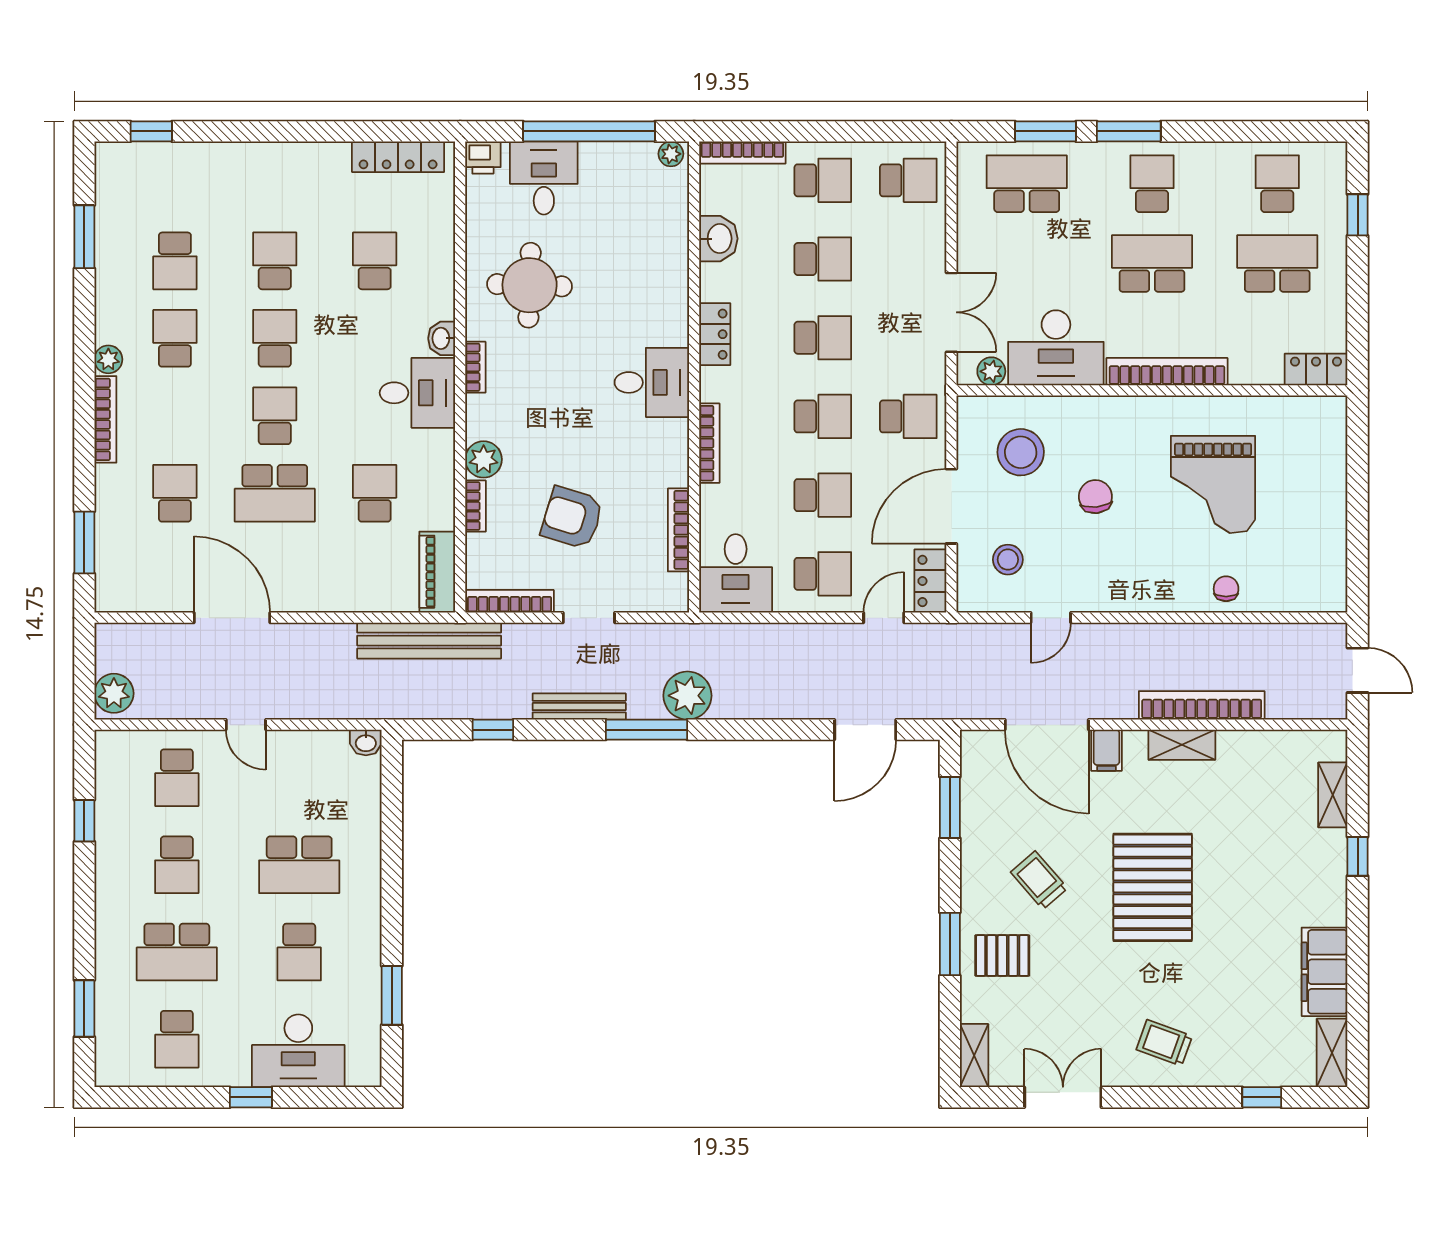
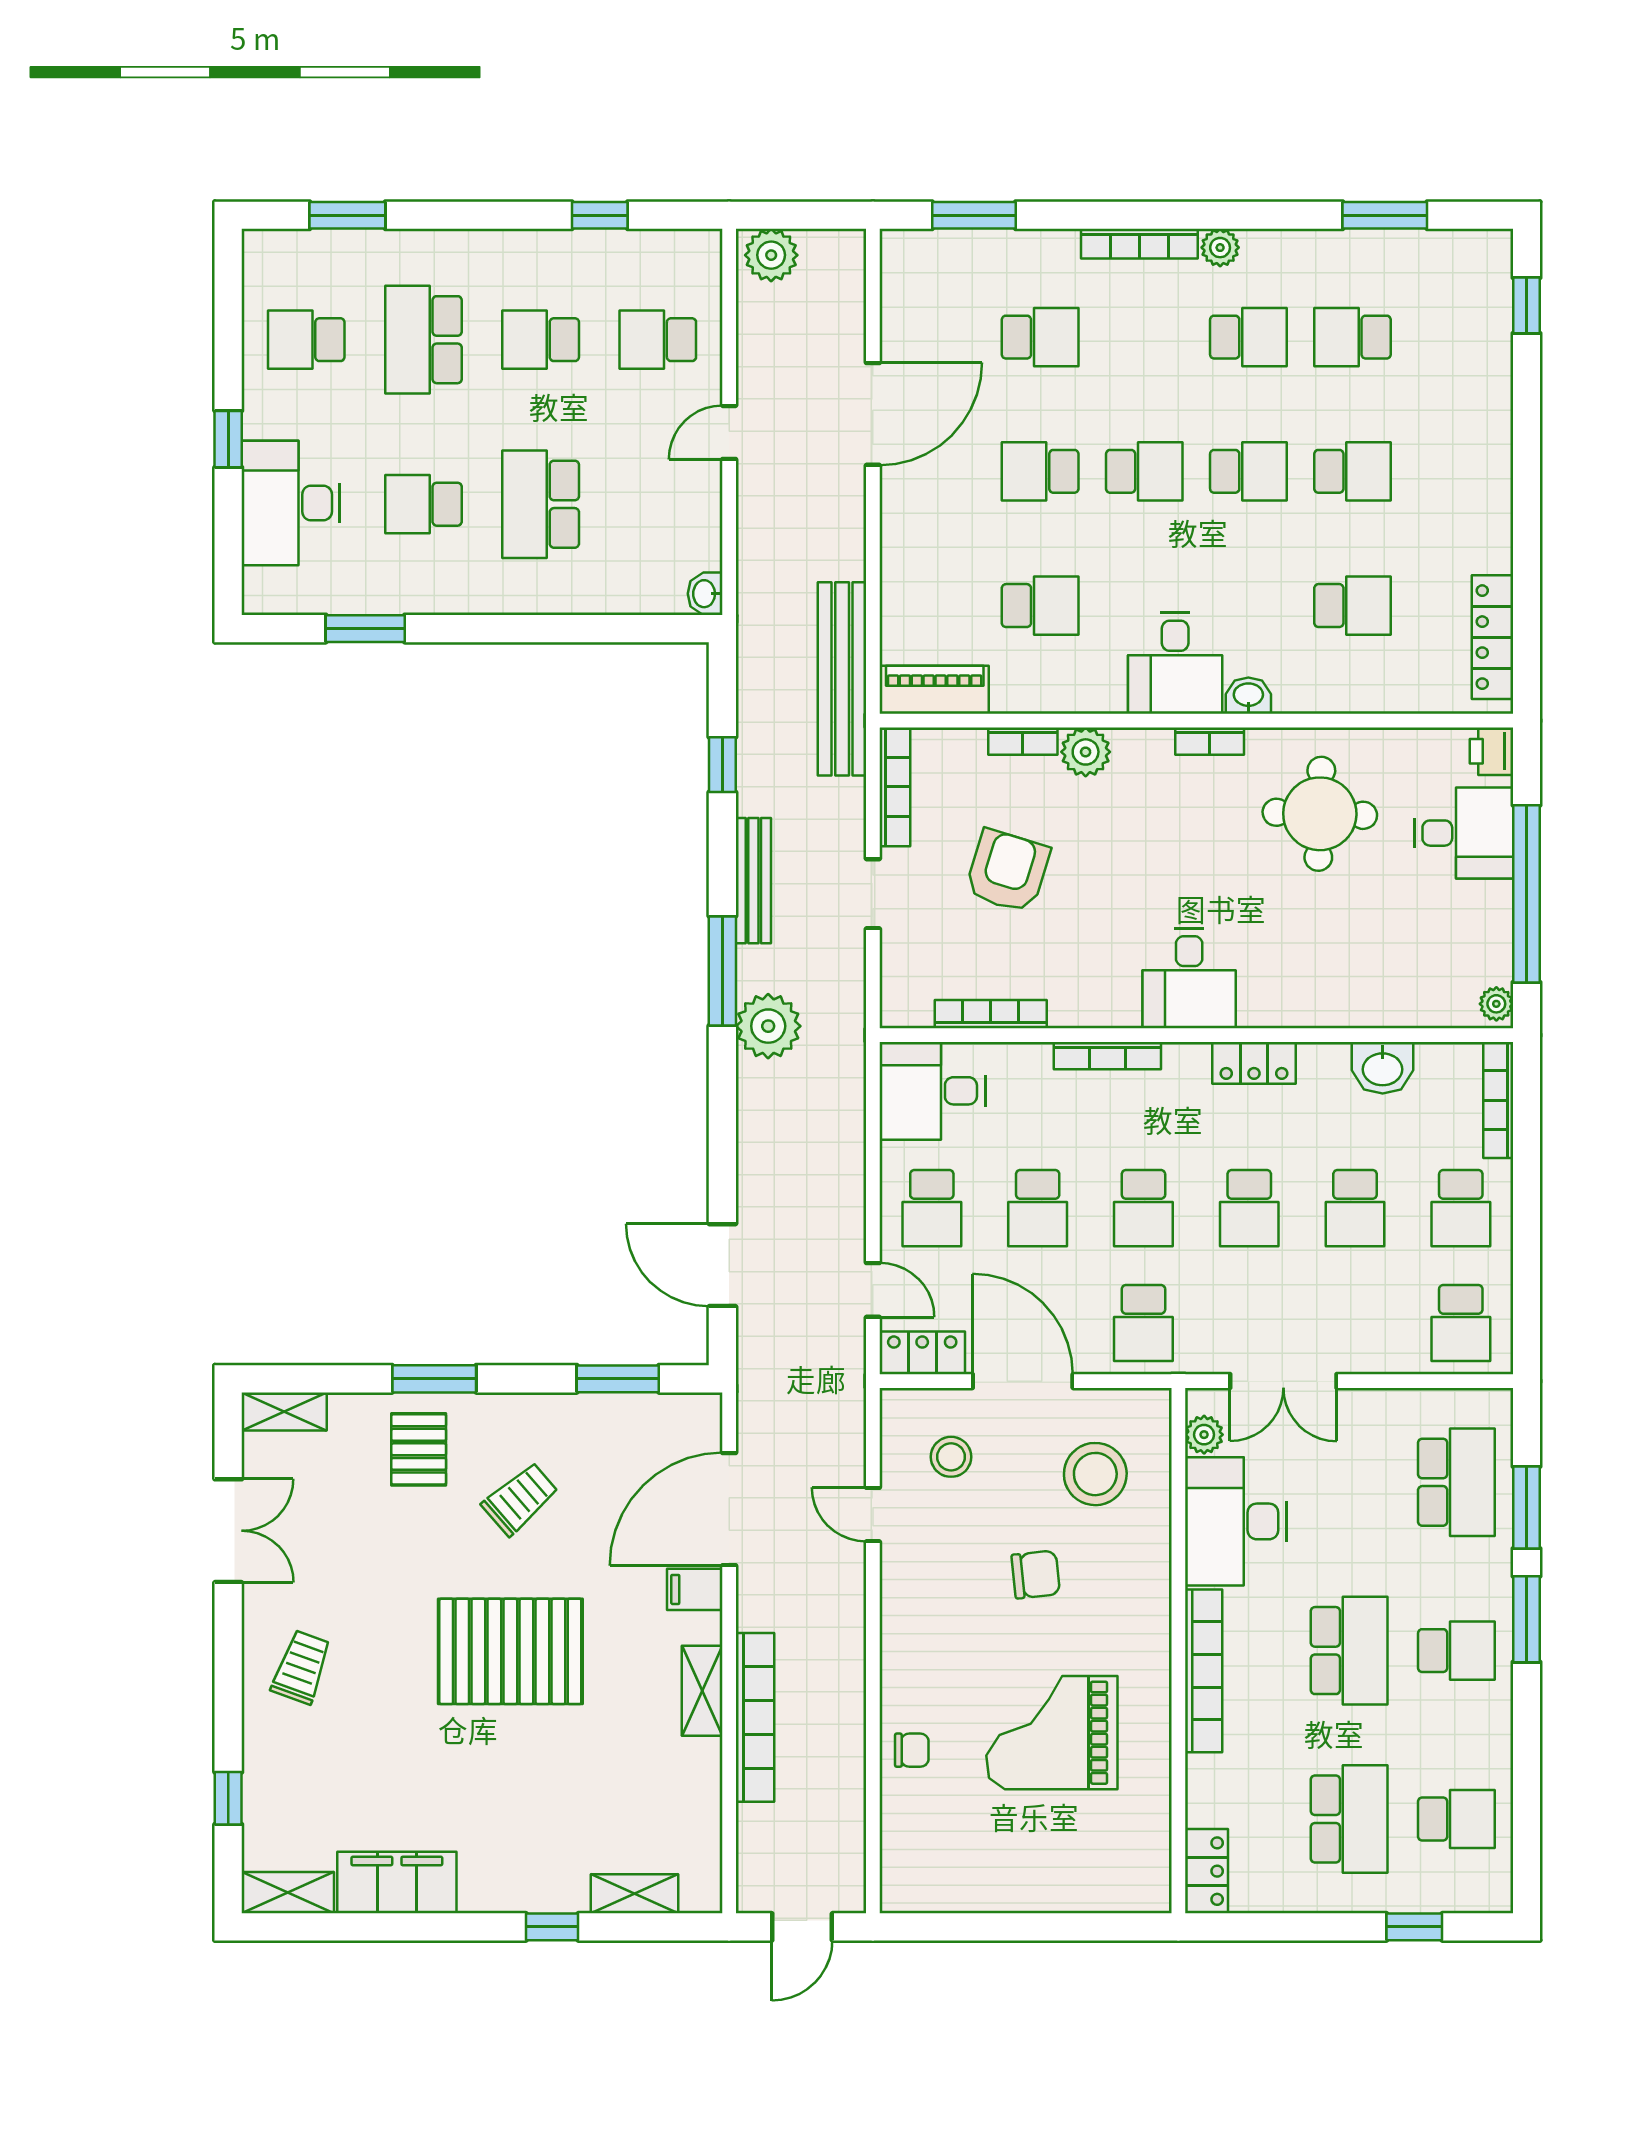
school desk: (275, 493) -> (1040, 471), width x0.54

